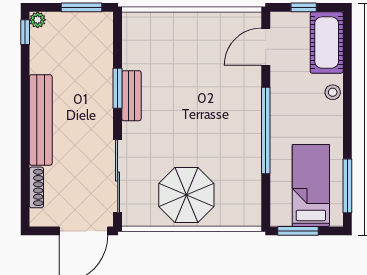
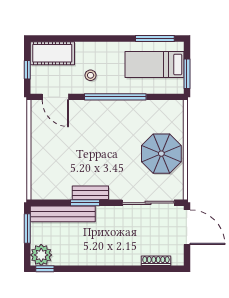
plant: (38, 20) -> (41, 255), width x1.88, depth x1.88
stool: (333, 92) -> (91, 75), moved
bench: (41, 120) -> (63, 214), moved

